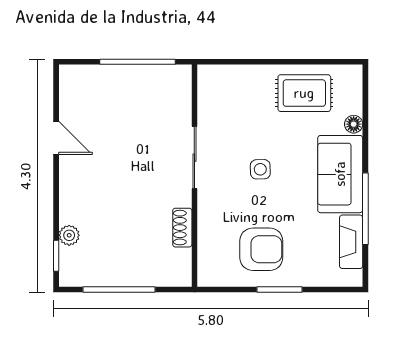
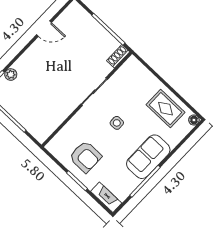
floor lamp: (354, 124) -> (194, 120), moved
door: (56, 138) -> (44, 29), hinge flipped
shoe rack: (182, 228) -> (118, 56), moved
fireplace: (351, 242) -> (106, 197), moved, turned 90

